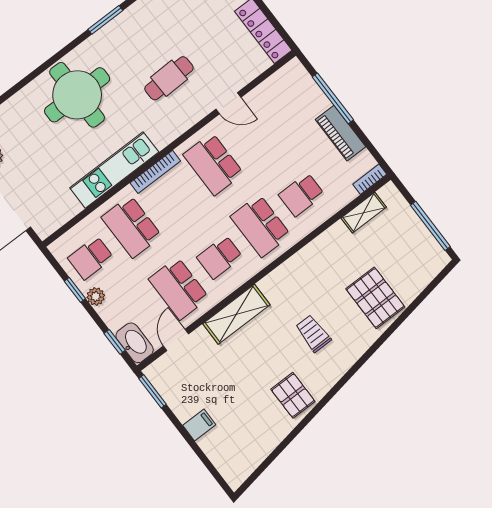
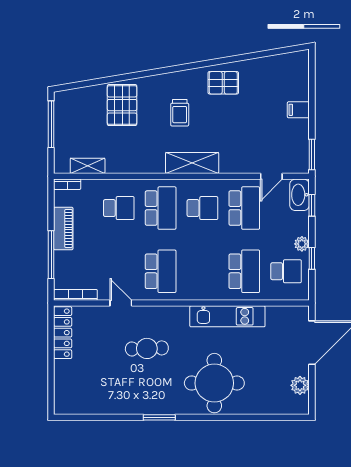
bookcase: (155, 172) -> (75, 295), moved
shelving: (236, 314) -> (192, 163), moved
pallet: (293, 395) -> (223, 83), turned 90

